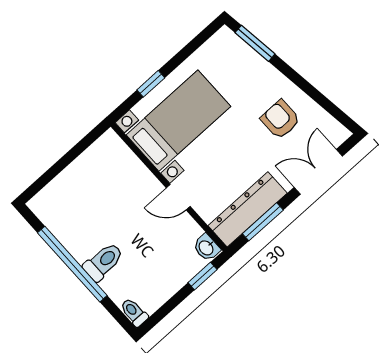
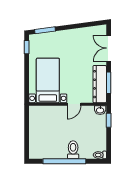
window: (151, 84) -> (27, 47), moved
armchair: (280, 119) -> (79, 45), removed

